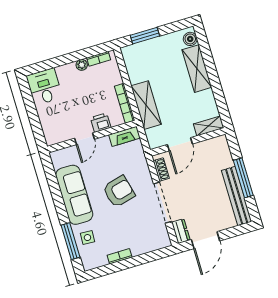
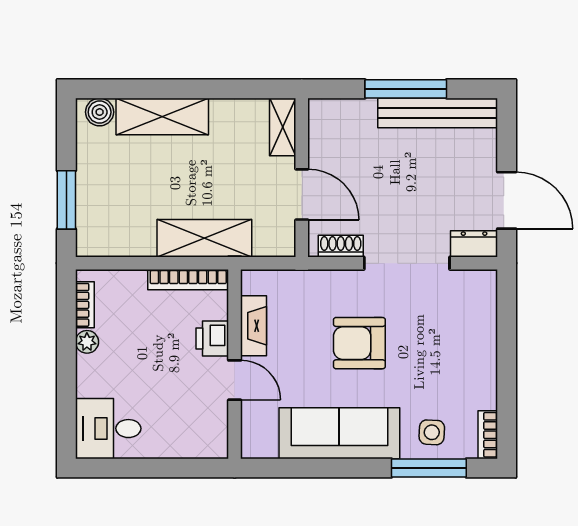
fireplace: (124, 136) -> (254, 326), moved
armchair: (119, 192) -> (359, 343), turned -76
bookcase: (120, 256) -> (488, 435), moved

